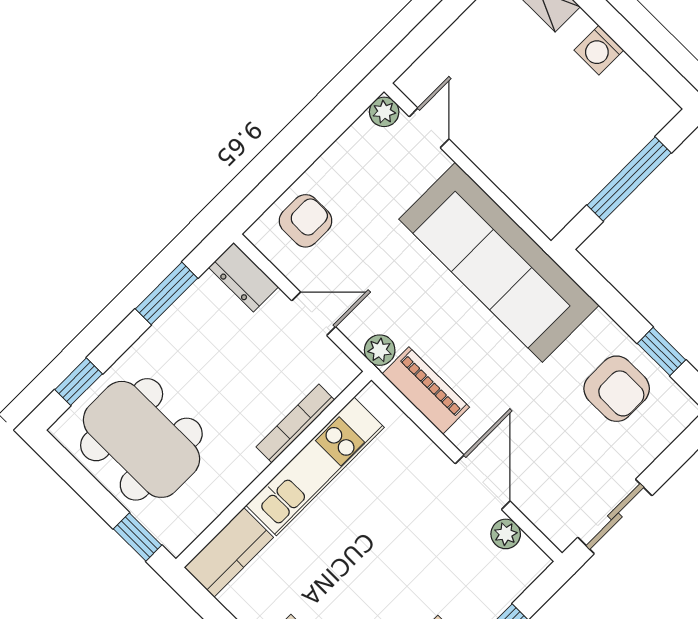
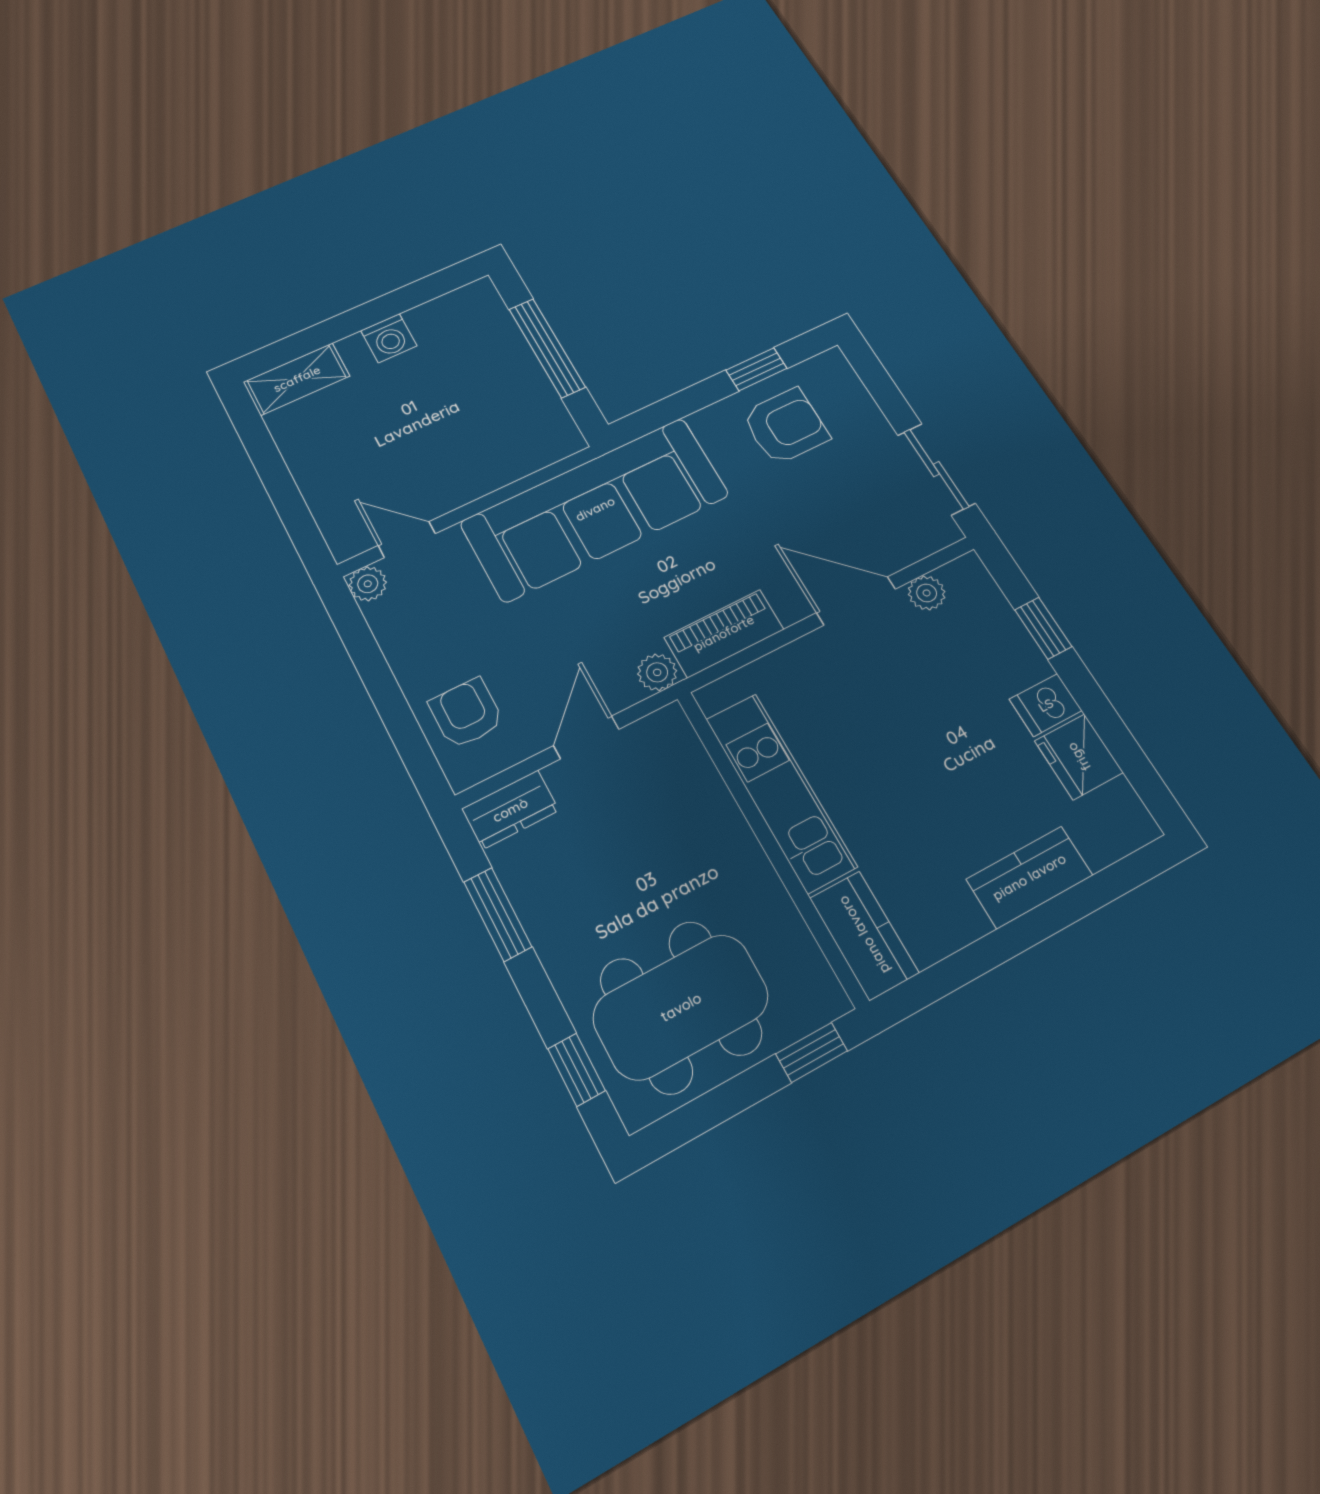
bookcase: (295, 423) -> (719, 800), removed

